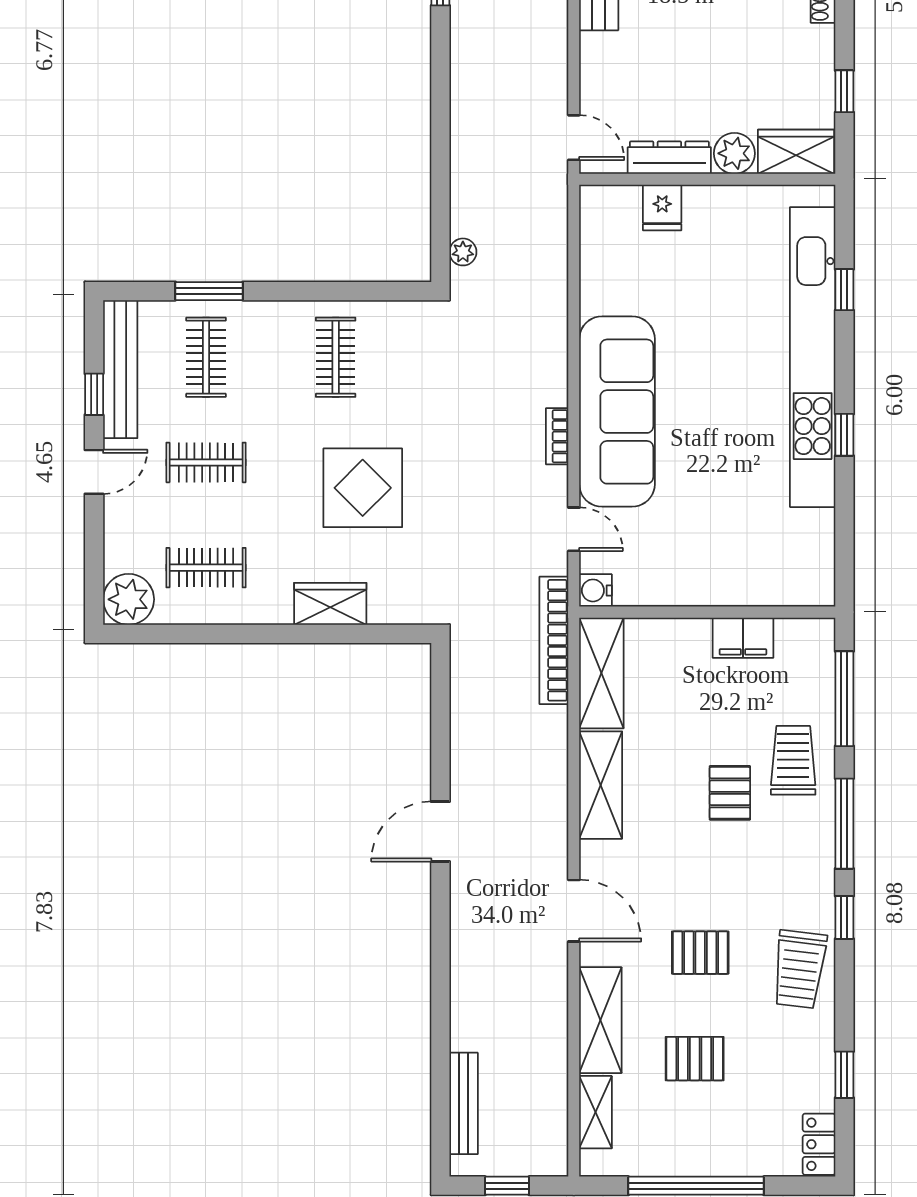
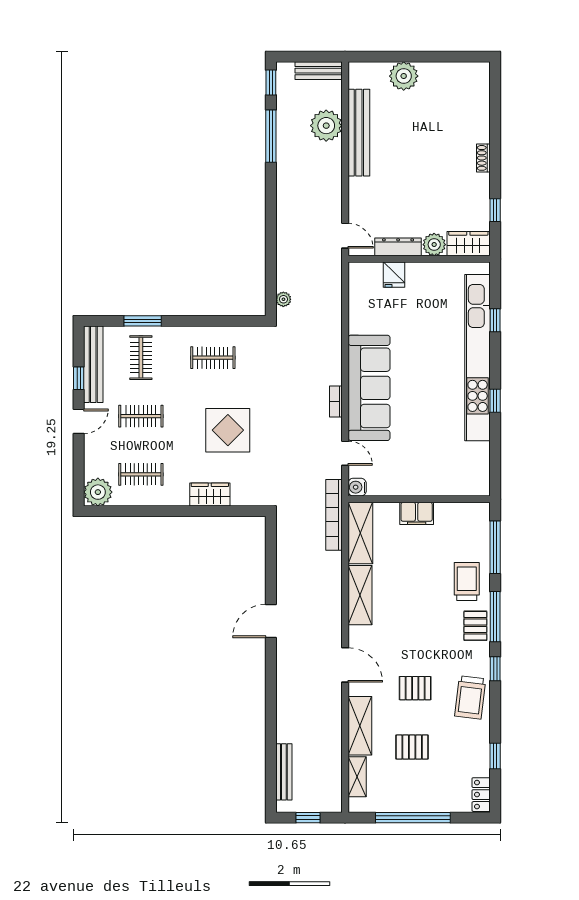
clothes rail: (336, 357) -> (213, 358), turned 90
filing cabinet: (743, 638) -> (417, 513), moved
pallet: (730, 793) -> (475, 626), moved

